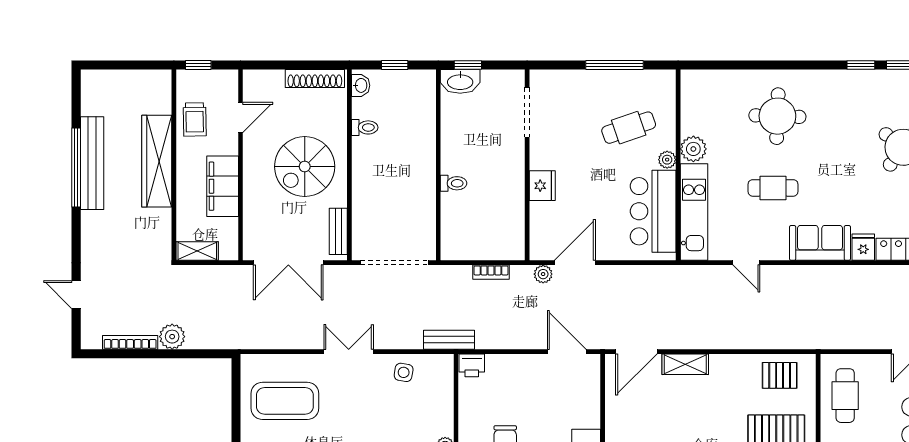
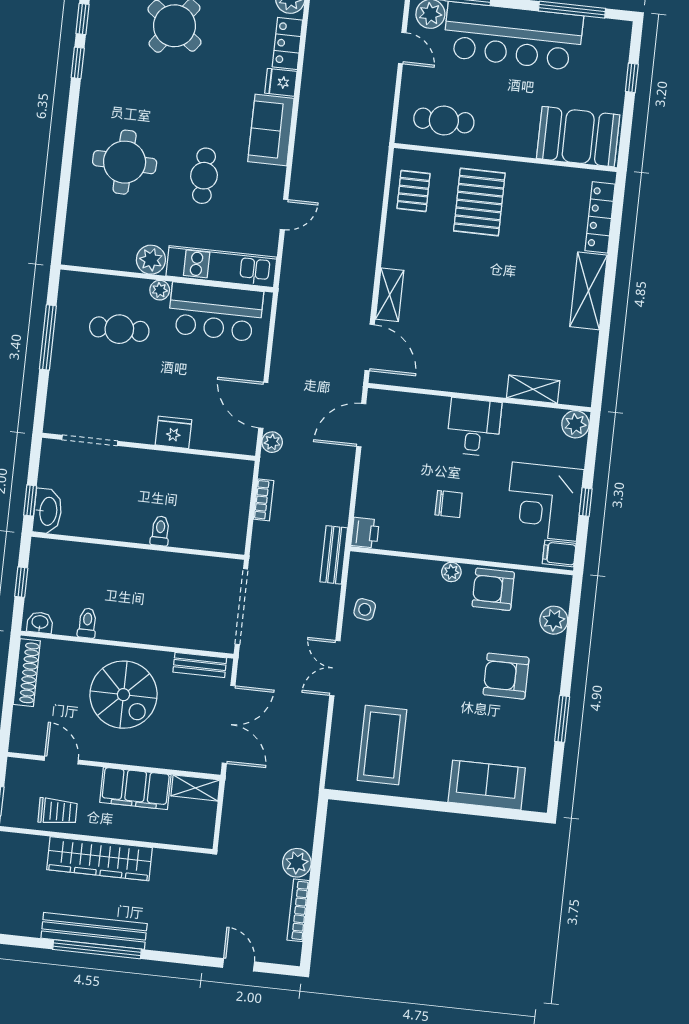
cafe table: (629, 128) -> (119, 329), turned -71
shelving: (197, 251) -> (195, 788), moved, turned 90
door: (76, 295) -> (239, 965), swing flipped

